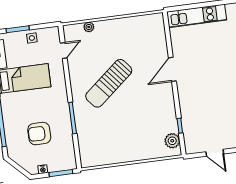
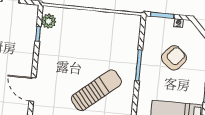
door: (172, 69) -> (32, 89), swing flipped
armchair: (39, 134) -> (174, 58), turned -49

